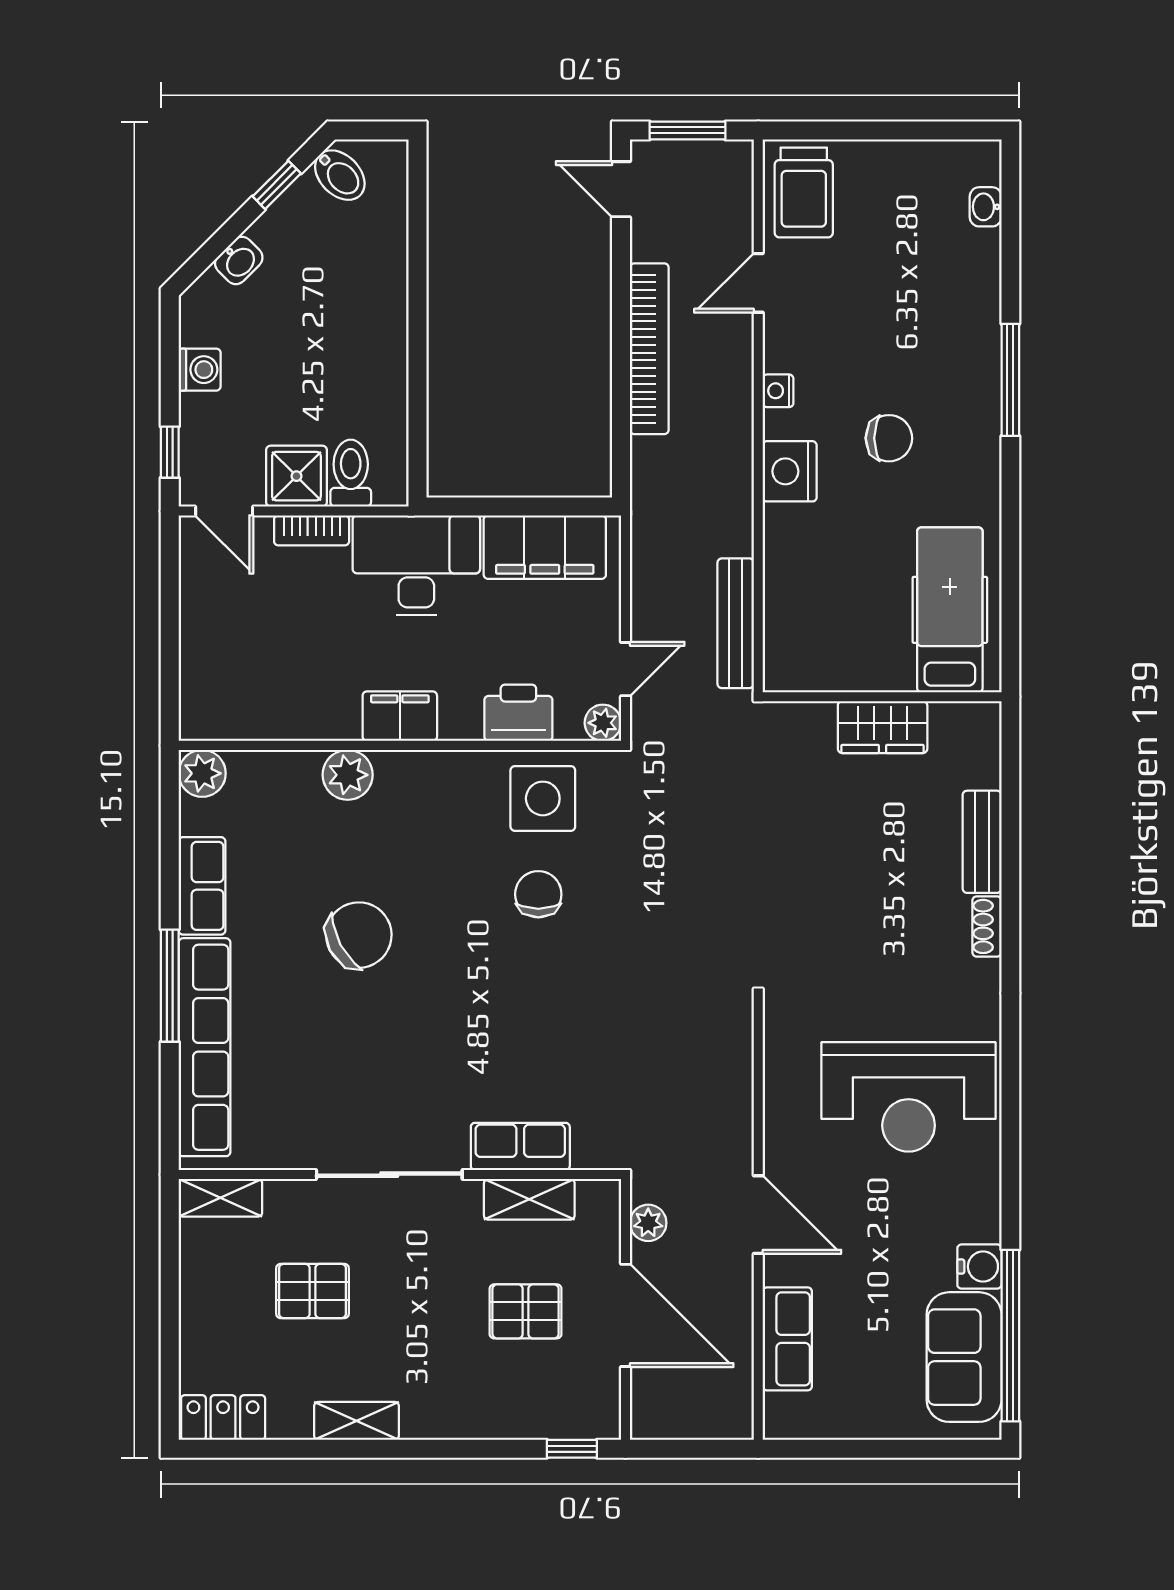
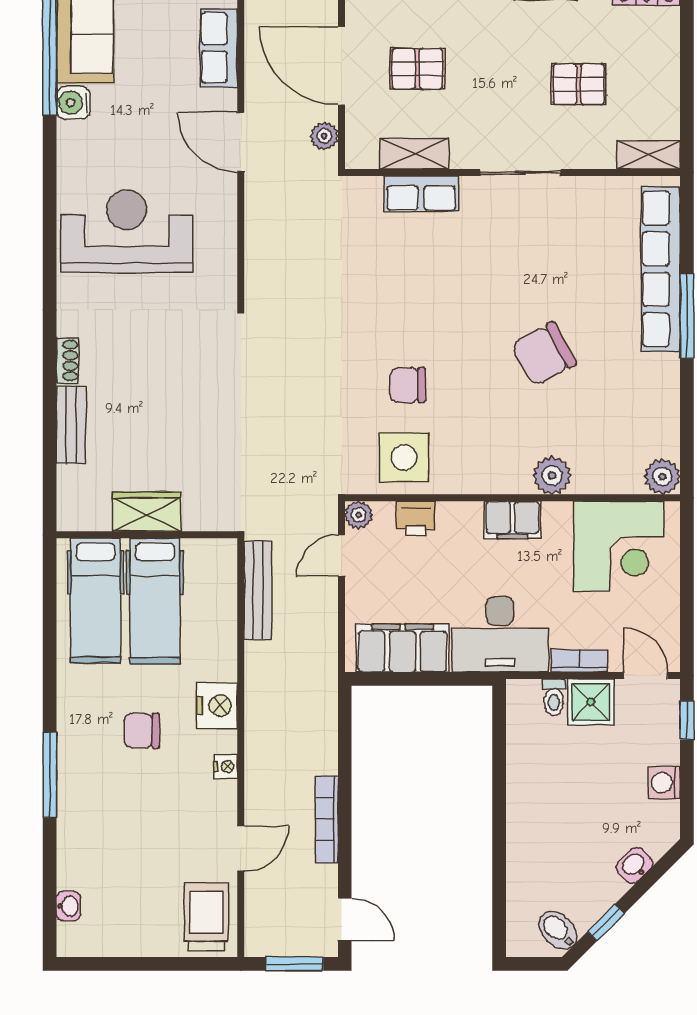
bookcase: (649, 349) -> (327, 819), width x0.68, depth x0.76
toilet: (351, 473) -> (554, 697), width x0.73, depth x0.72
hospital bed: (872, 609) -> (155, 601), added
corner desk: (260, 682) -> (619, 546), added
printer: (518, 713) -> (416, 518), width x0.73, depth x0.81
row of seats: (202, 886) -> (662, 391), removed
chair: (538, 894) -> (408, 385), turned 90
sliding door: (389, 1175) -> (520, 173), width x0.73

